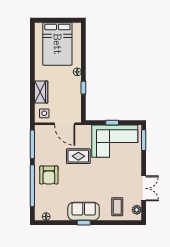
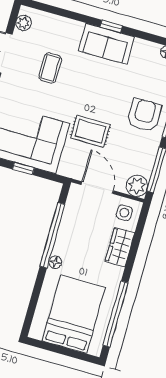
window: (32, 51) -> (116, 314), added
window: (83, 88) -> (52, 235), width x3.17
plant: (41, 131) -> (137, 186), added
coffee table: (117, 207) -> (50, 68), moved

